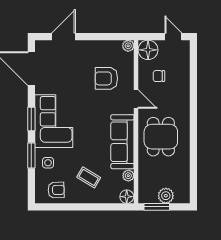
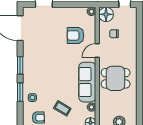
door: (136, 99) -> (97, 51), swing flipped
corner sofa: (54, 121) -> (37, 67), removed
dining table: (161, 137) -> (116, 78), turned 90

